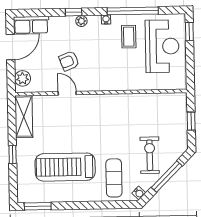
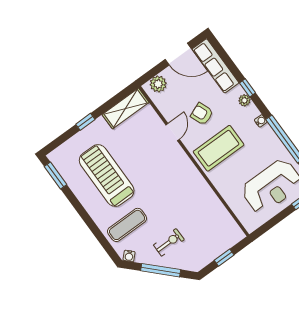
row of seats: (31, 25) -> (216, 66), width x1.48
coffee table: (129, 37) -> (219, 148), moved, width x1.86, depth x1.72
exercise bike: (150, 155) -> (169, 242), width x0.73, depth x0.72

